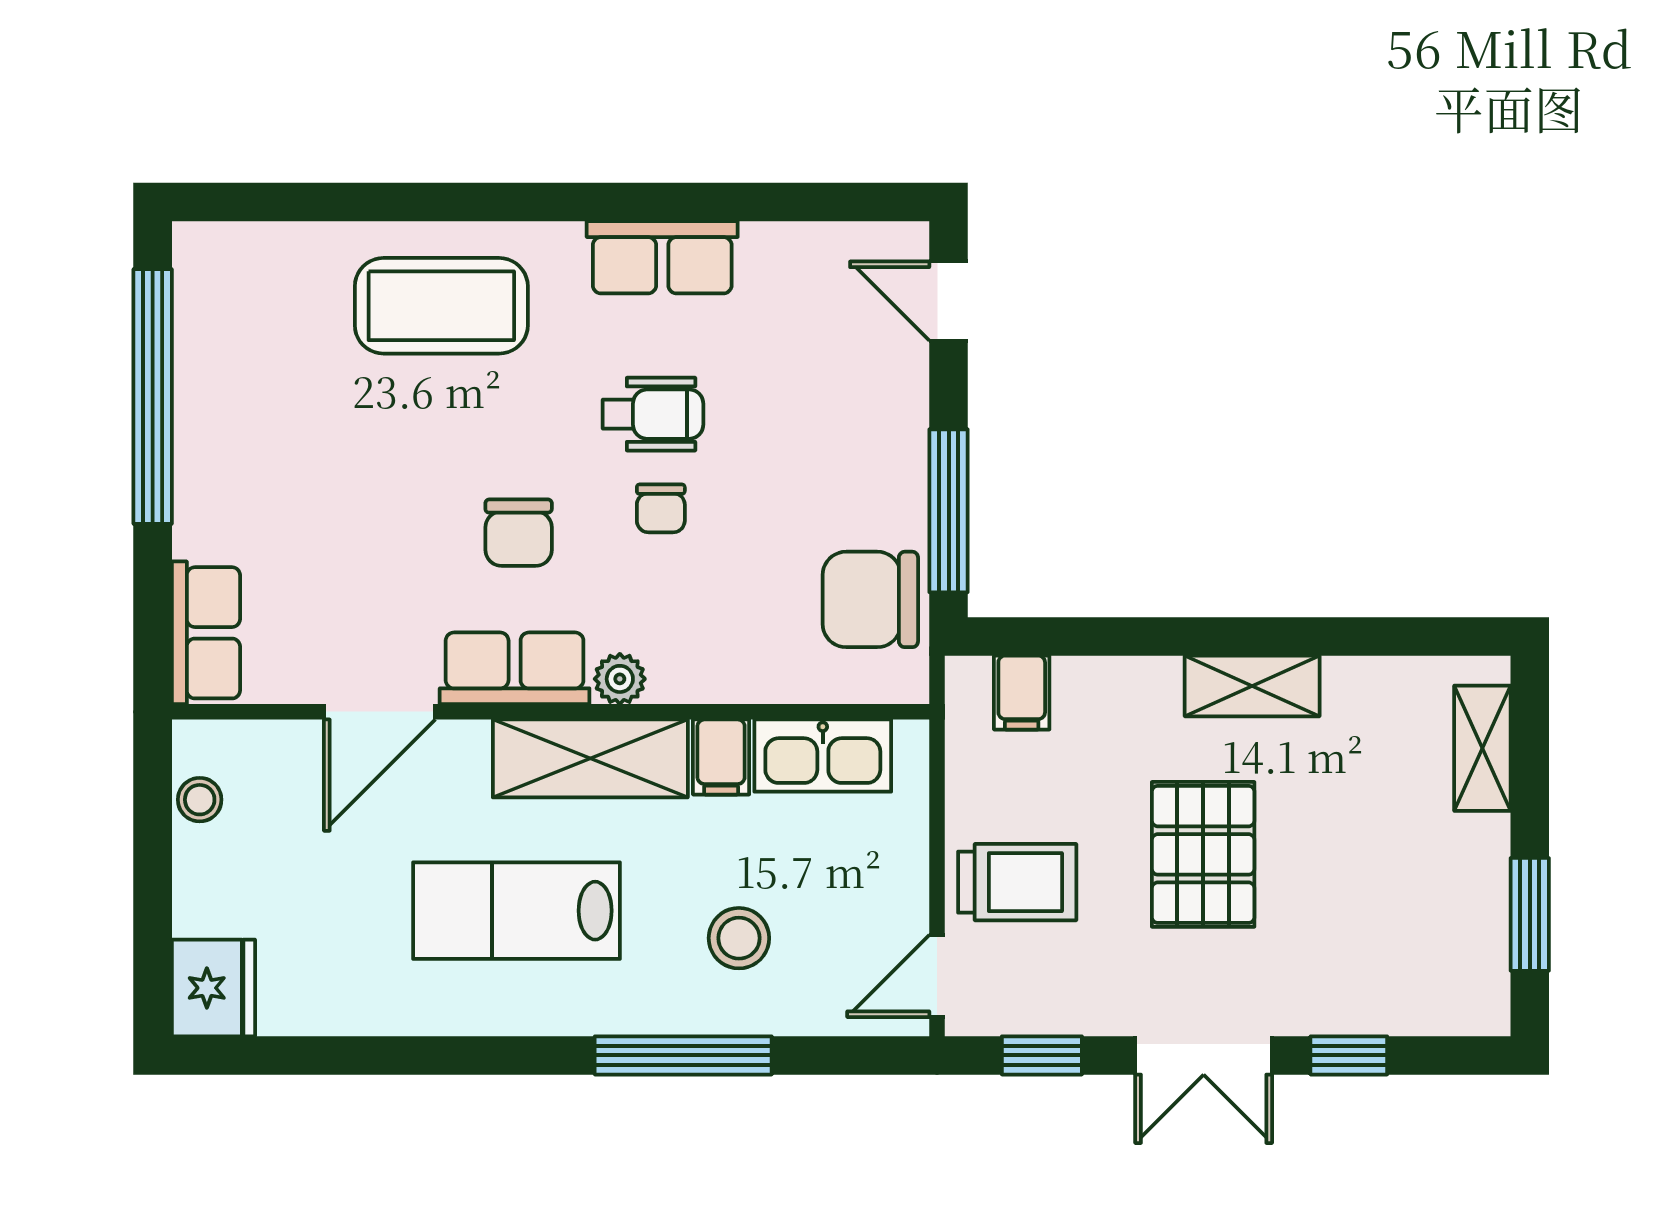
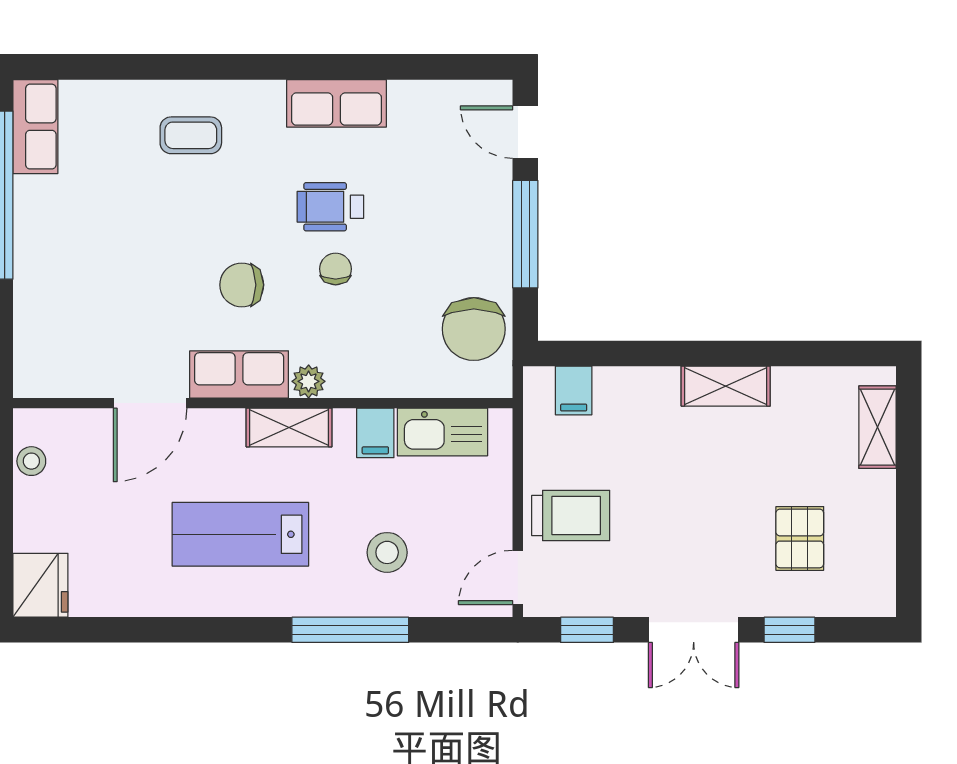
coffee table: (441, 306) -> (191, 135), width x0.54, depth x0.58
wheelchair: (653, 414) -> (330, 207), turned 180
chair: (661, 508) -> (336, 269), turned 180
window: (949, 511) -> (525, 234), moved
chair: (519, 533) -> (242, 285), turned 90
chair: (870, 599) -> (474, 329), turned -90
row of seats: (206, 633) -> (35, 127), moved
shelving: (590, 758) -> (289, 427), width x0.67, depth x0.75
pallet: (1203, 854) -> (800, 538), moved, width x0.67, depth x0.71
window: (1530, 914) -> (909, 537), removed

